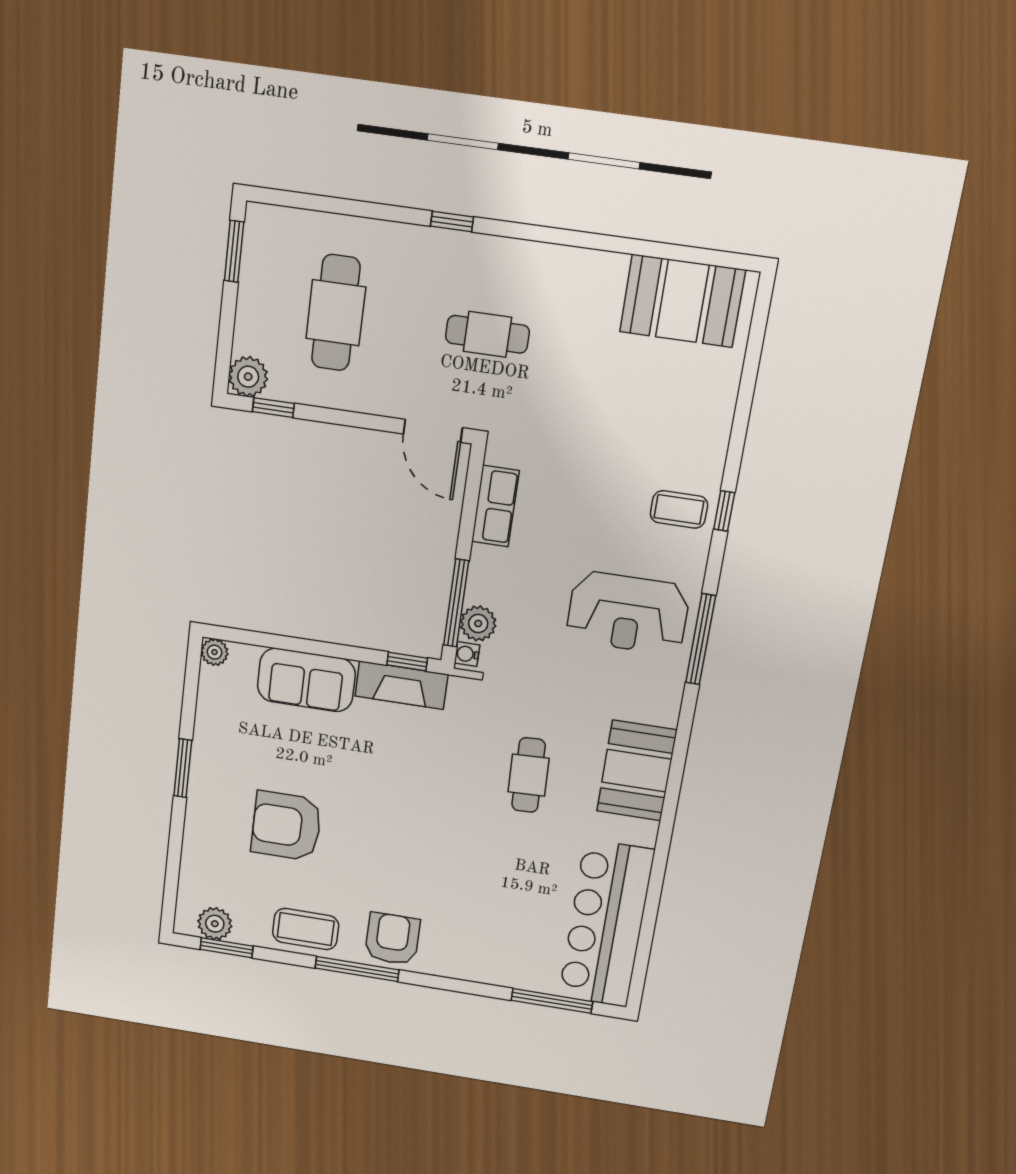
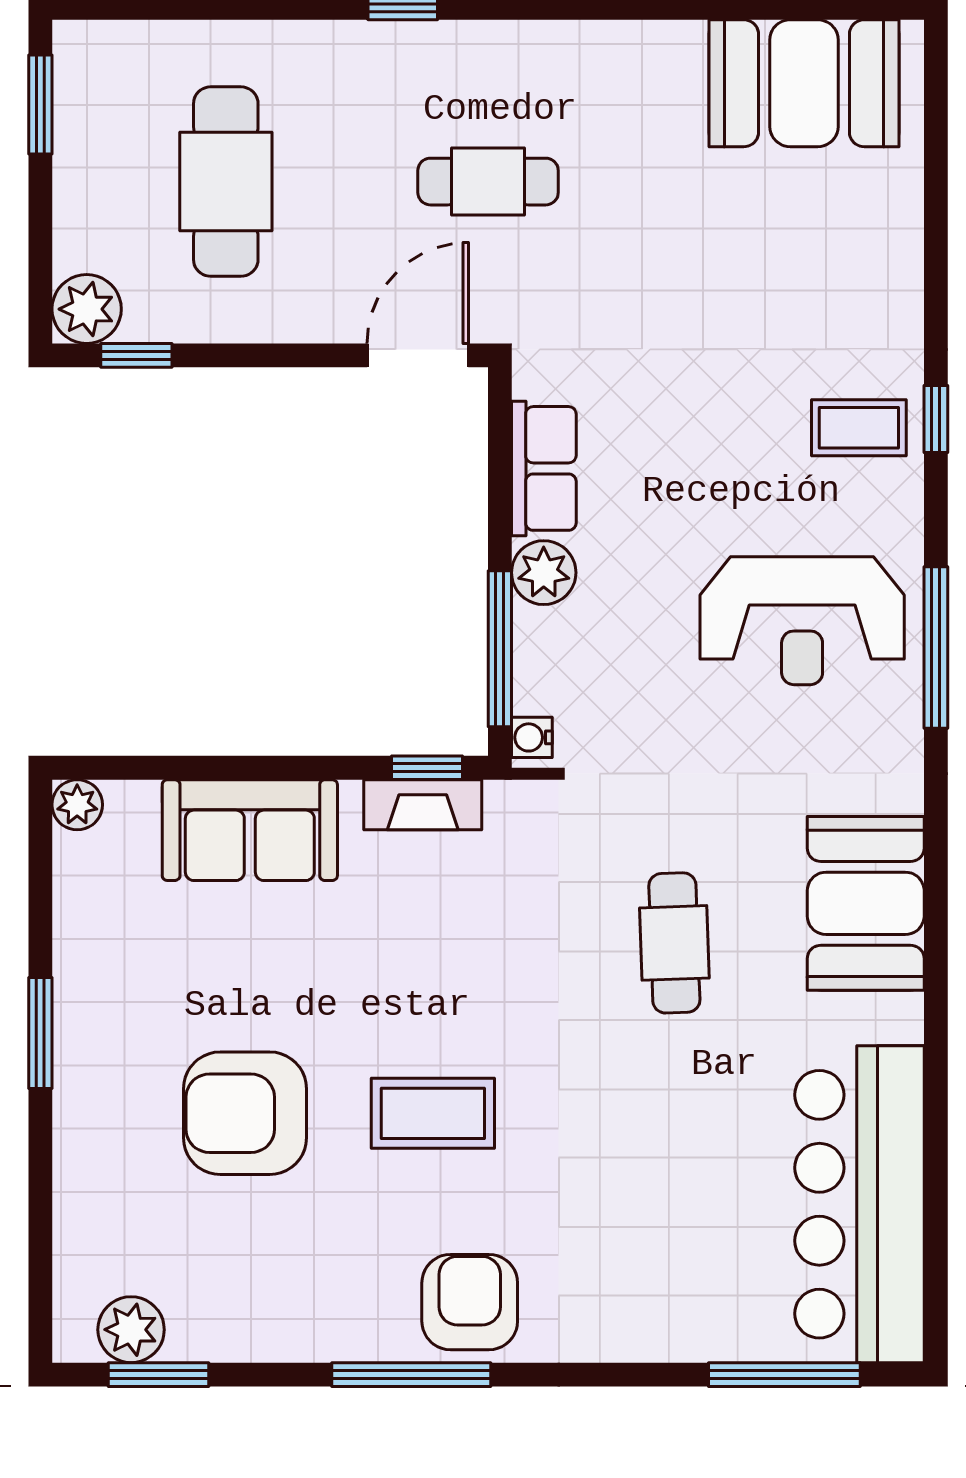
door: (433, 431) -> (418, 355), swing flipped
plant: (478, 623) -> (544, 573), moved
fireplace: (401, 685) -> (423, 805), width x0.73, depth x0.76
coffee table: (306, 929) -> (433, 1113), moved

